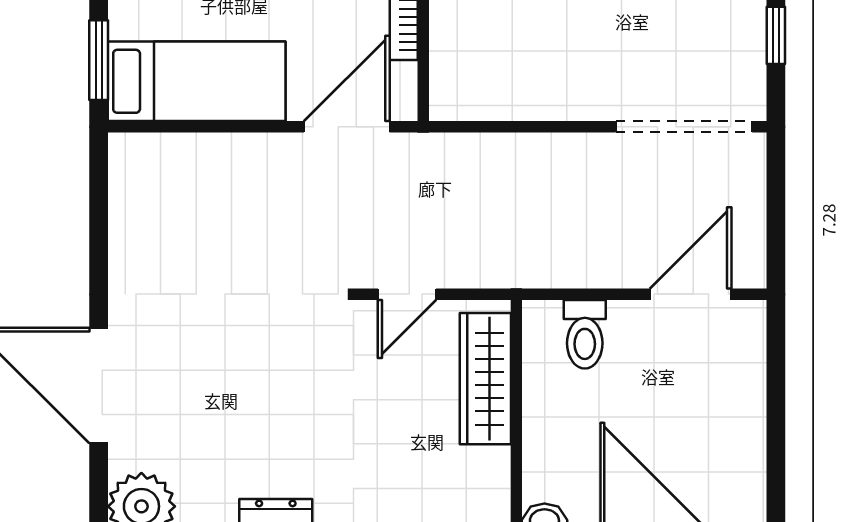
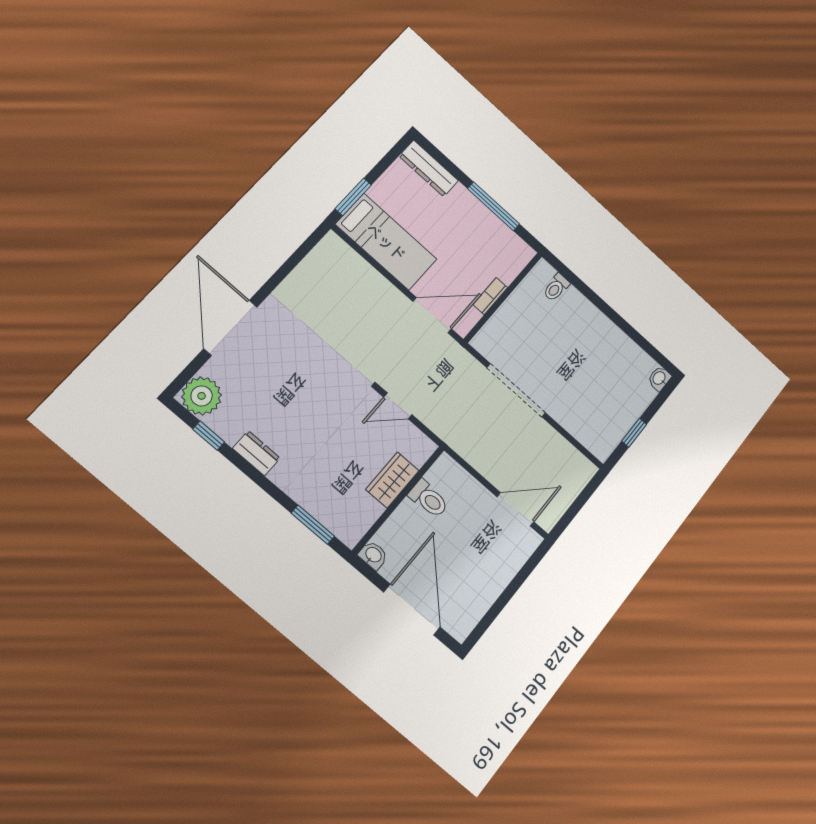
doorway: (684, 127) -> (516, 390), moved
toilet: (585, 334) -> (429, 499), moved, turned -90
wardrobe: (485, 379) -> (392, 480), width x0.67

